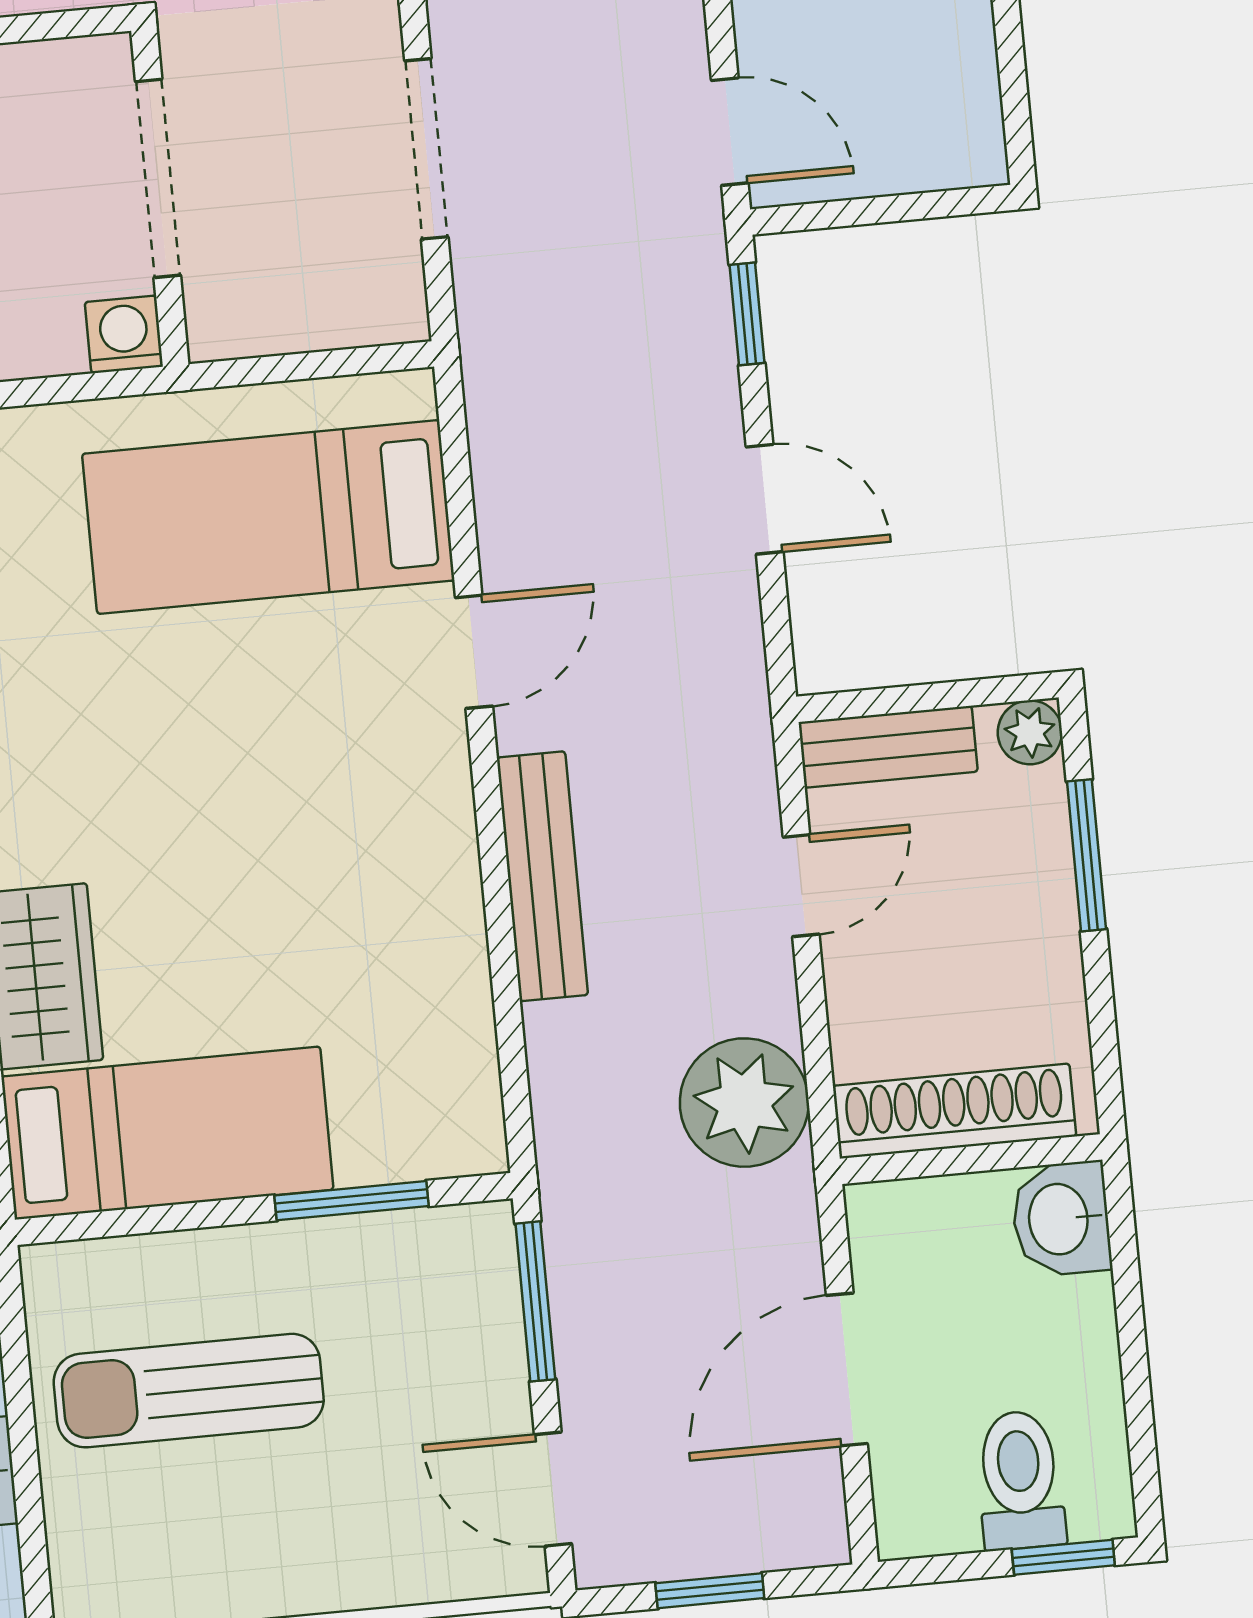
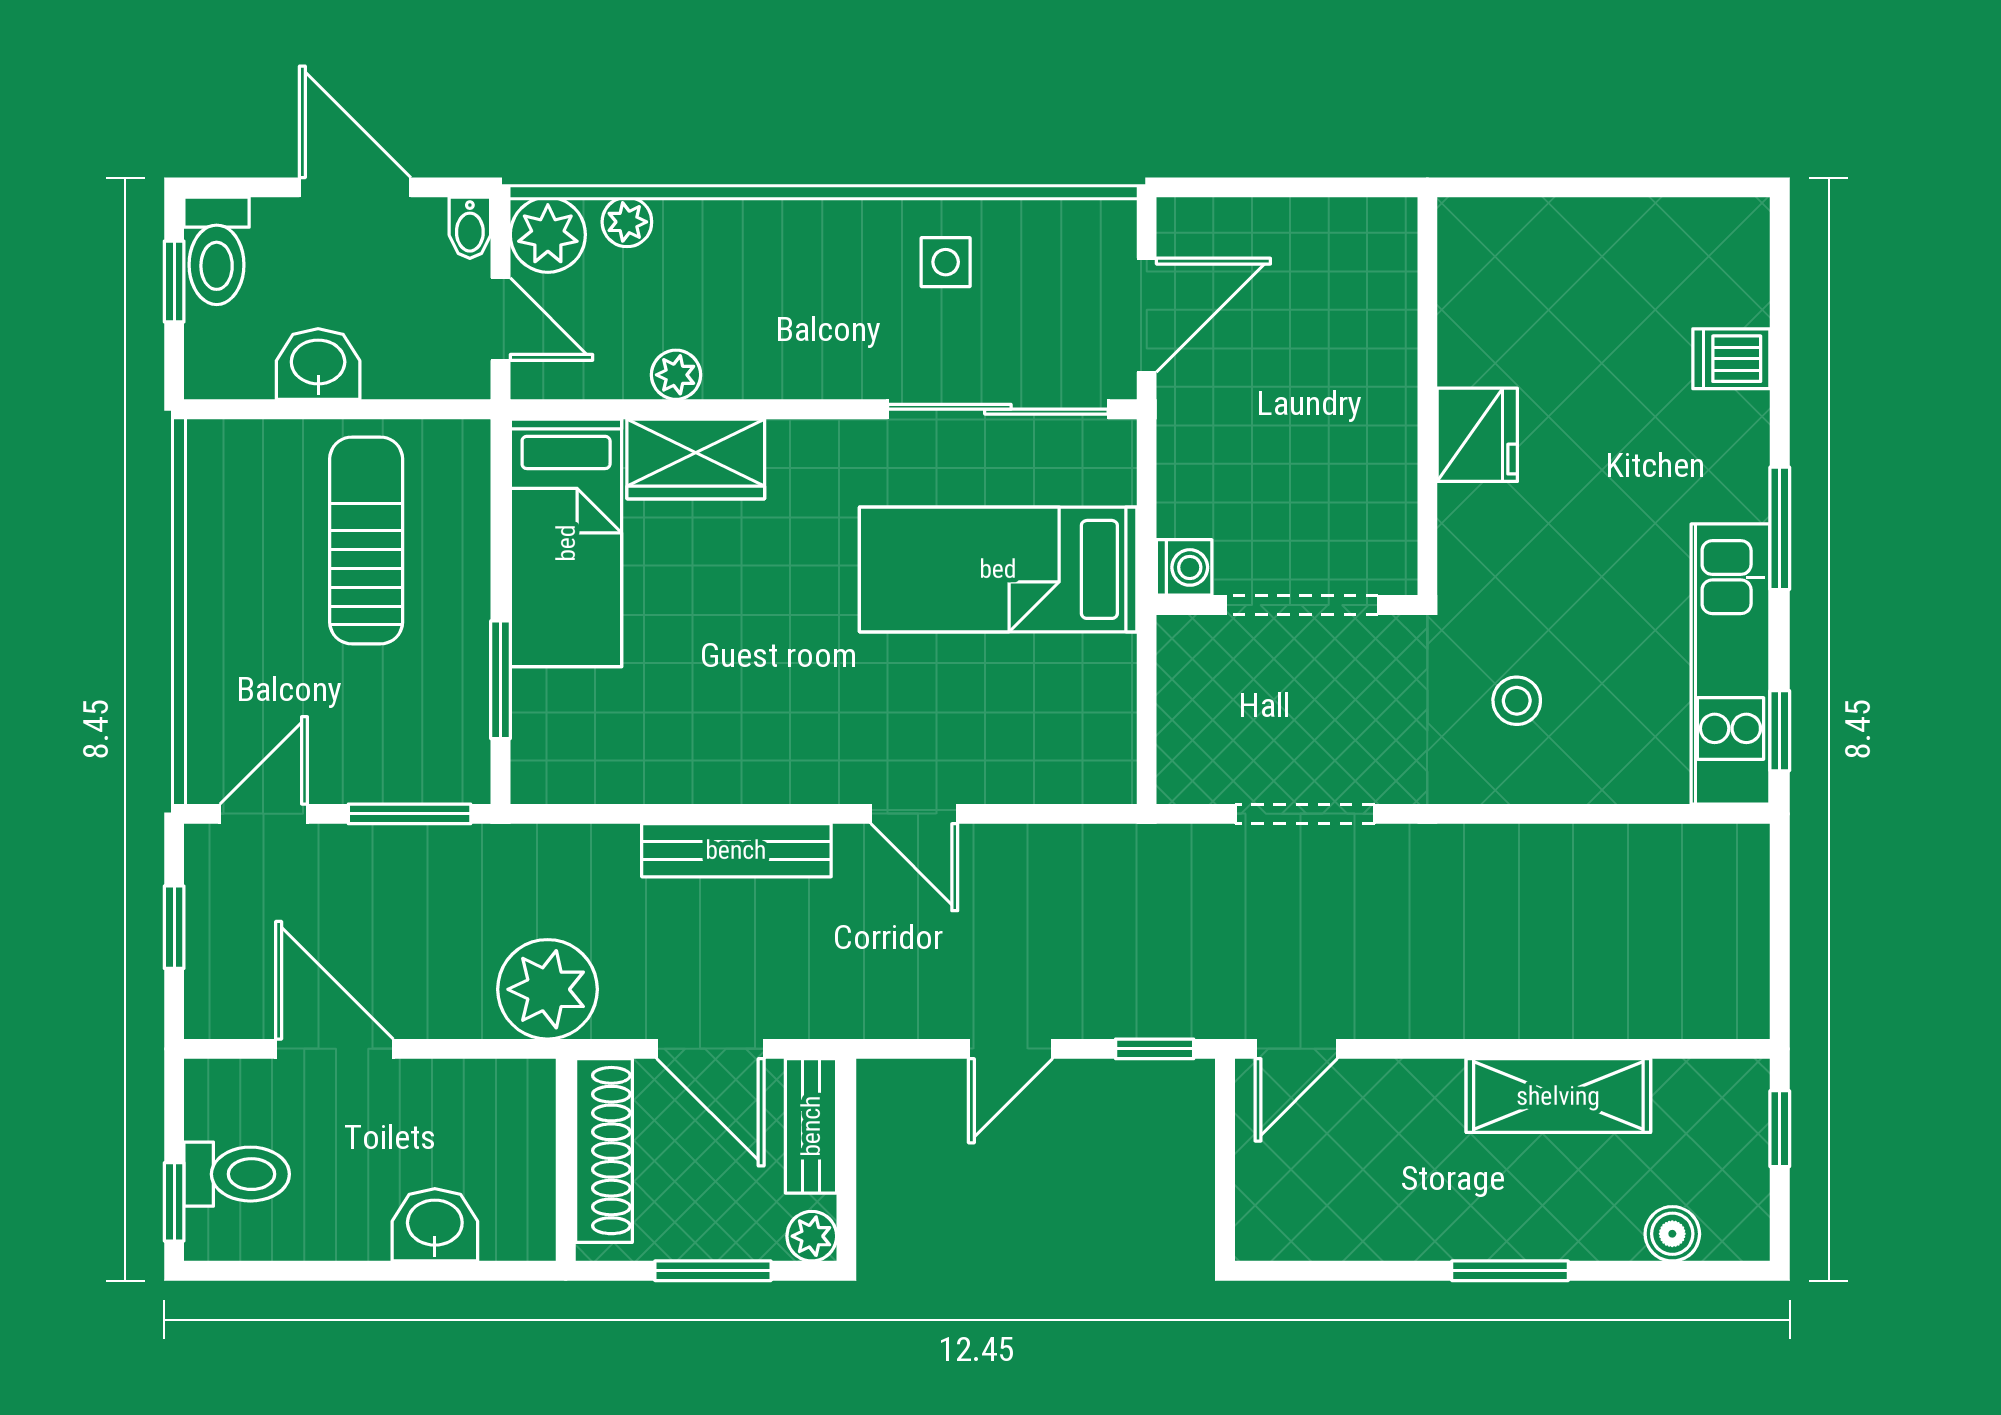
bed: (268, 517) -> (998, 569), moved, turned -90
door: (801, 886) -> (710, 1049), width x1.38
shoe rack: (955, 1111) -> (604, 1151), moved
wall: (971, 1159) -> (566, 1160), moved

